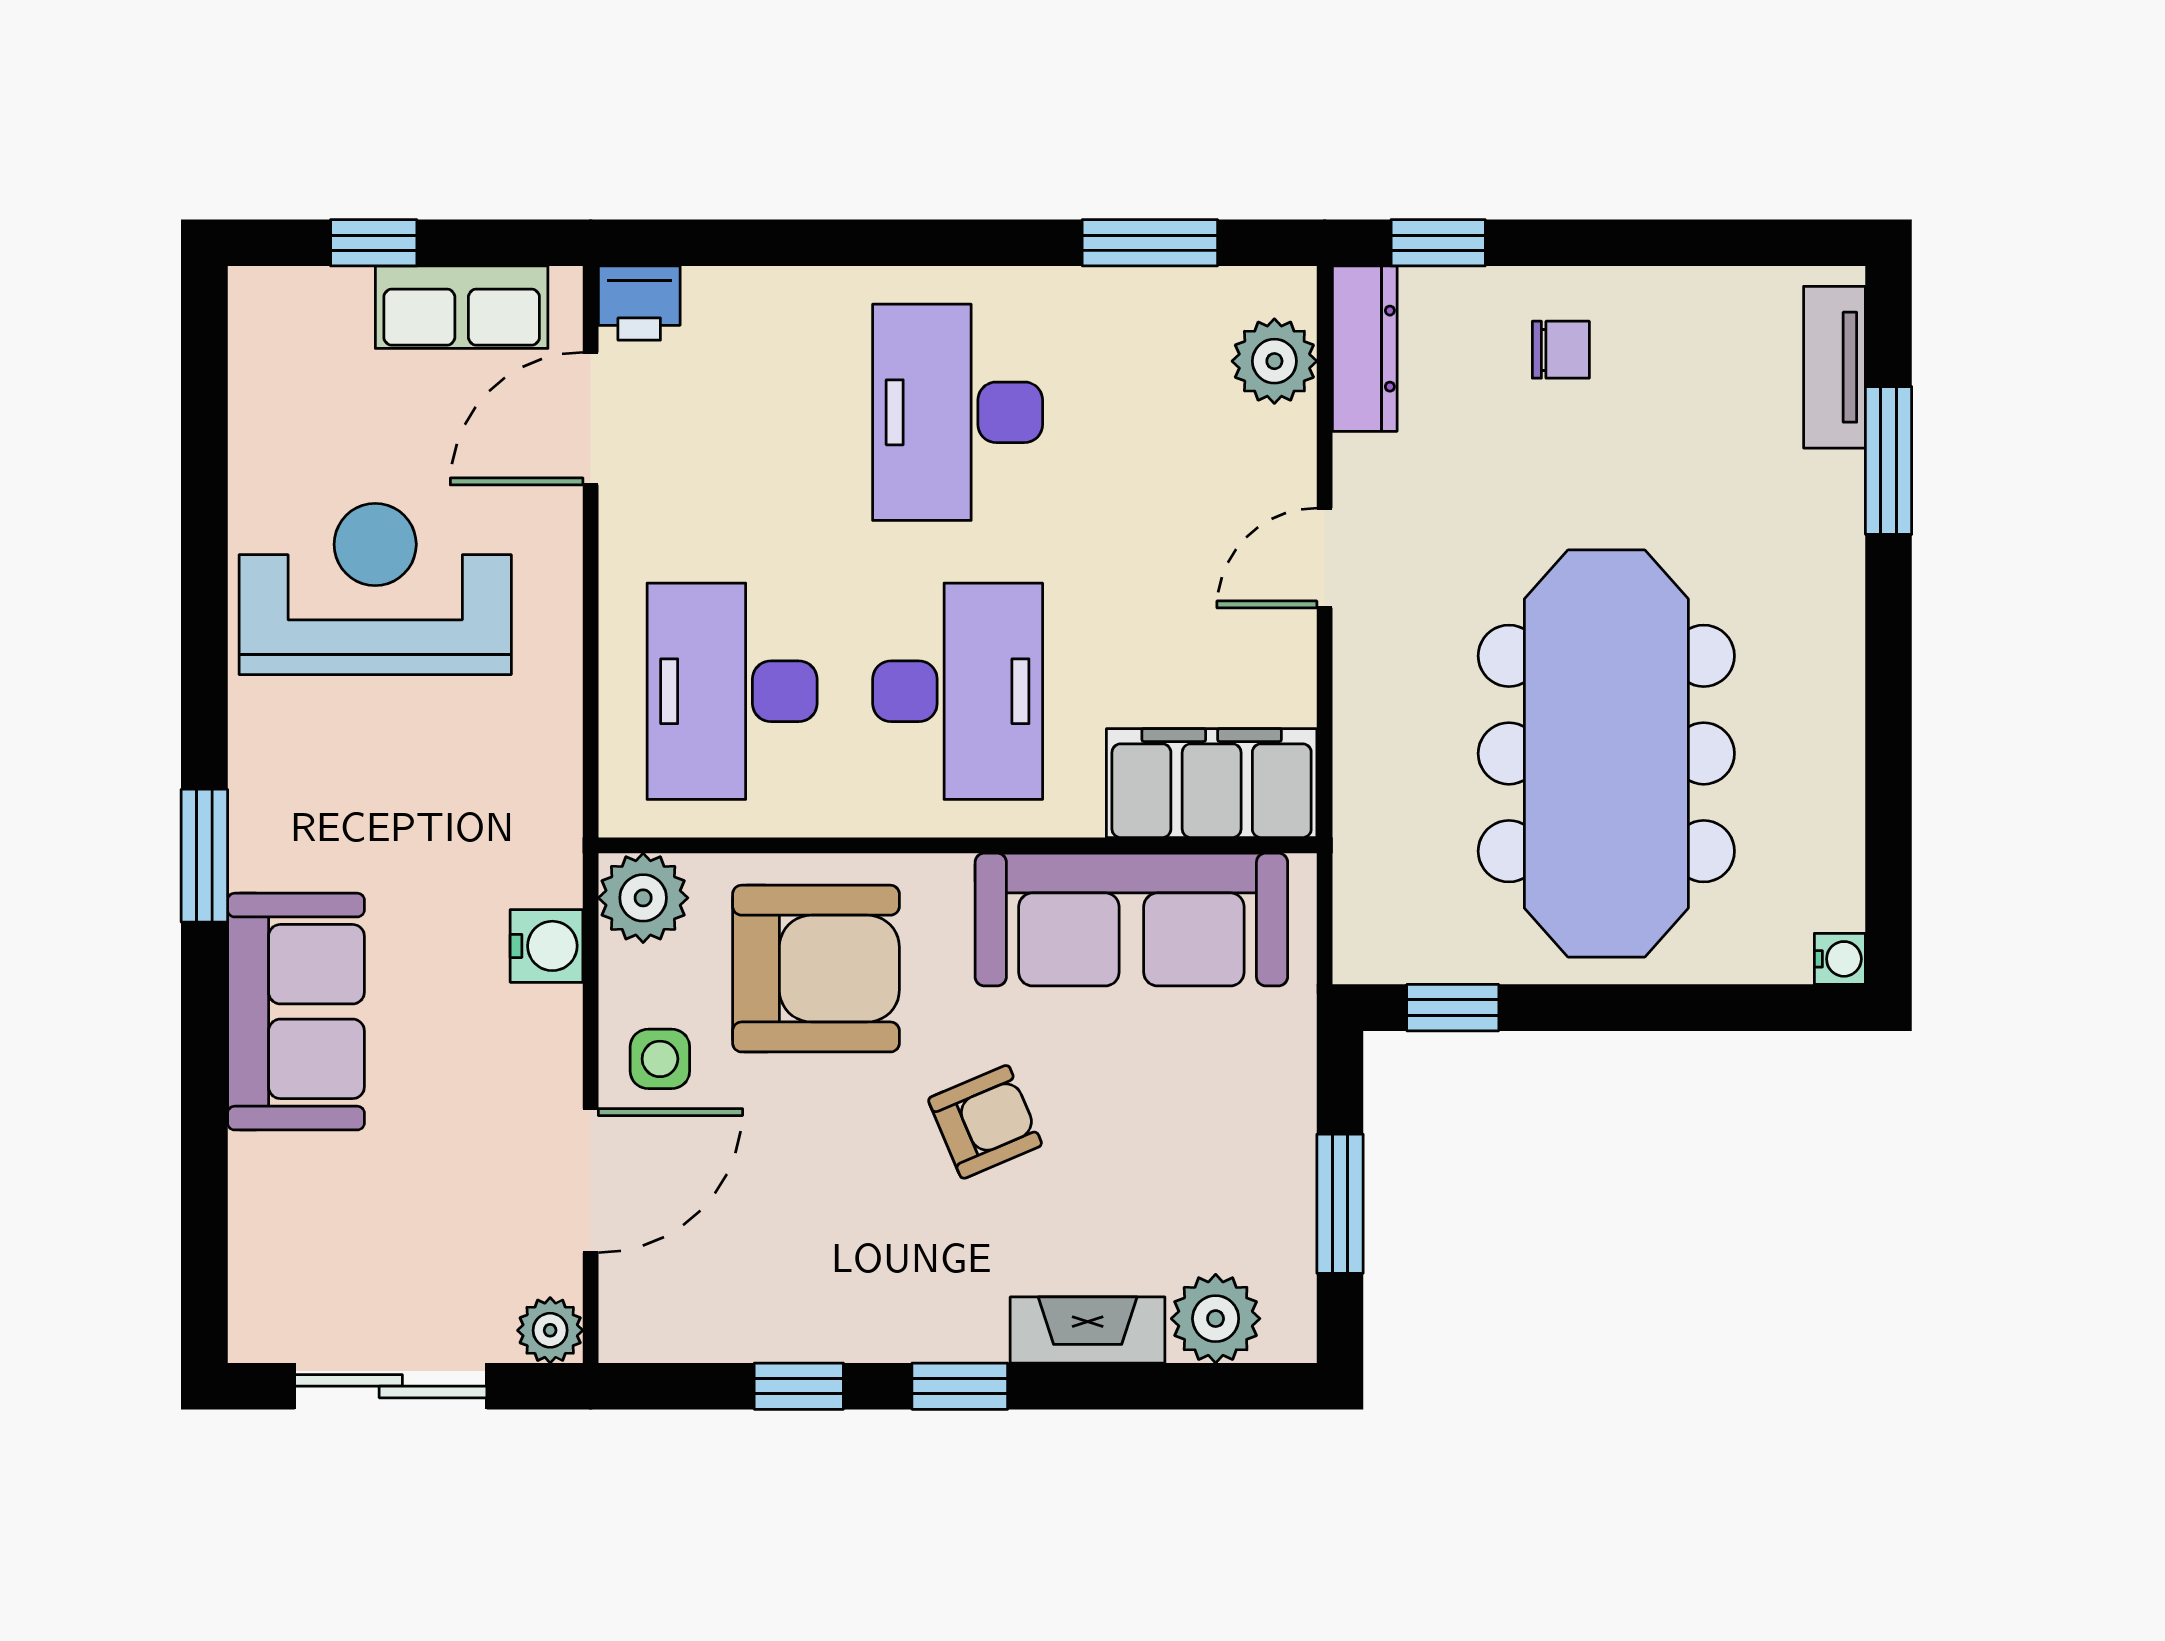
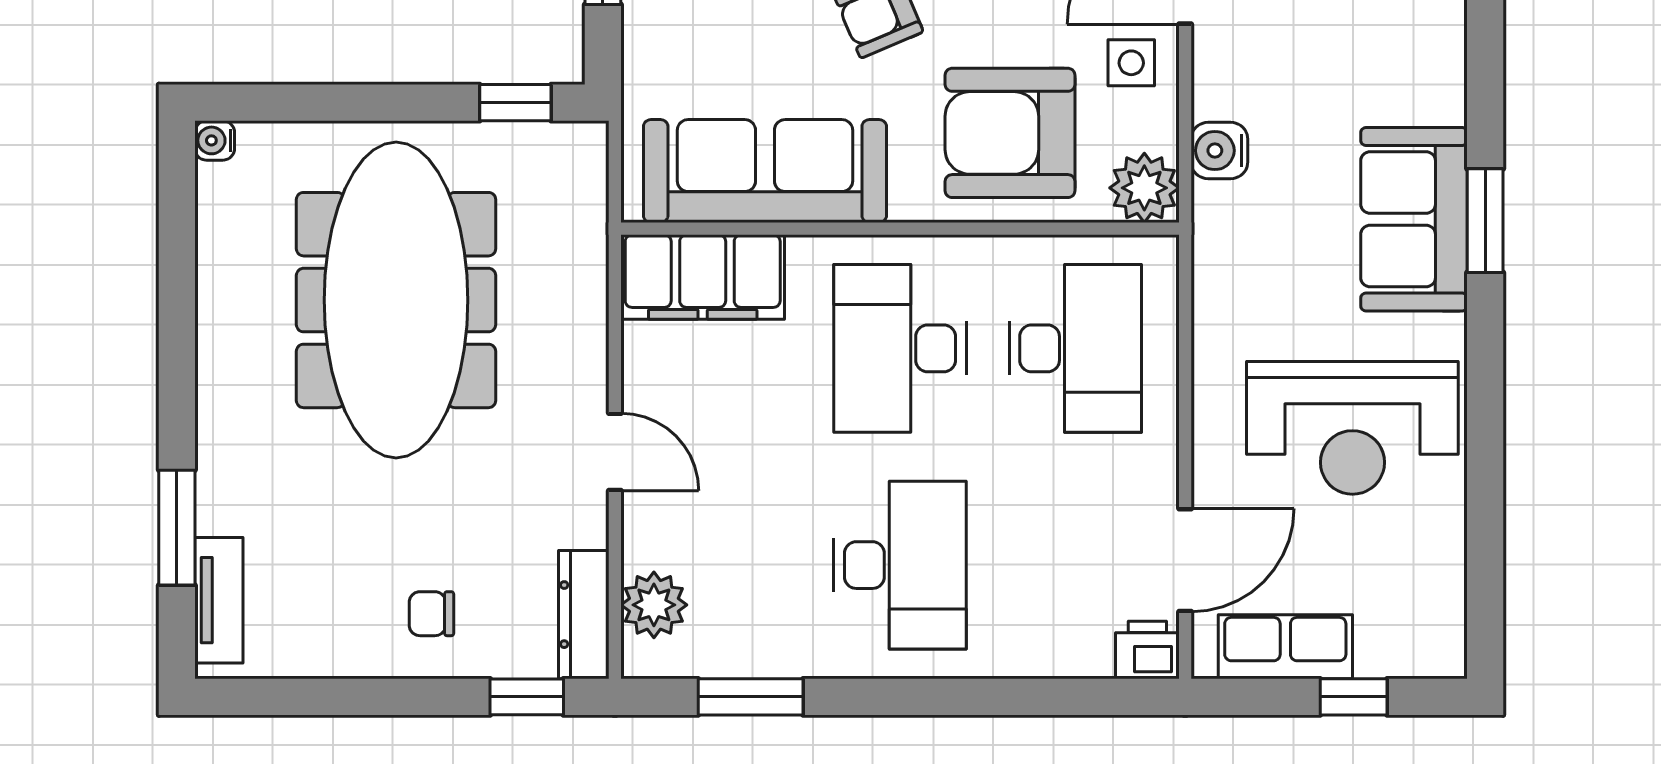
door: (1325, 558) -> (615, 452), hinge flipped
sofa: (296, 1012) -> (1414, 219), moved

